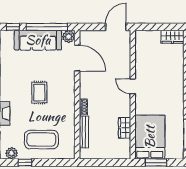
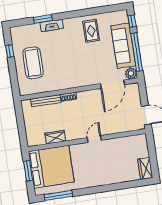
rug: (39, 93) -> (91, 31), moved, turned 90
bed: (150, 137) -> (51, 167), width x1.36
plant: (12, 153) -> (16, 38), removed

